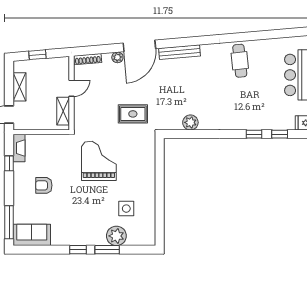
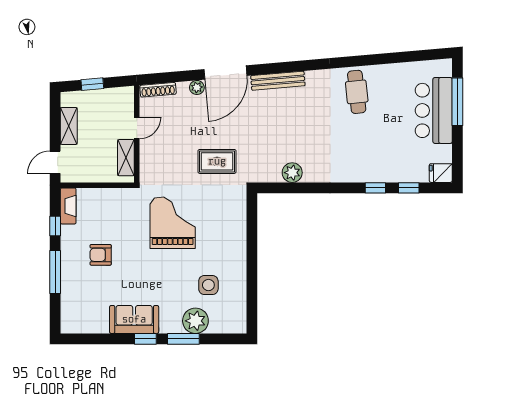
window: (9, 222) -> (55, 272), moved
sofa: (32, 235) -> (134, 319), moved

